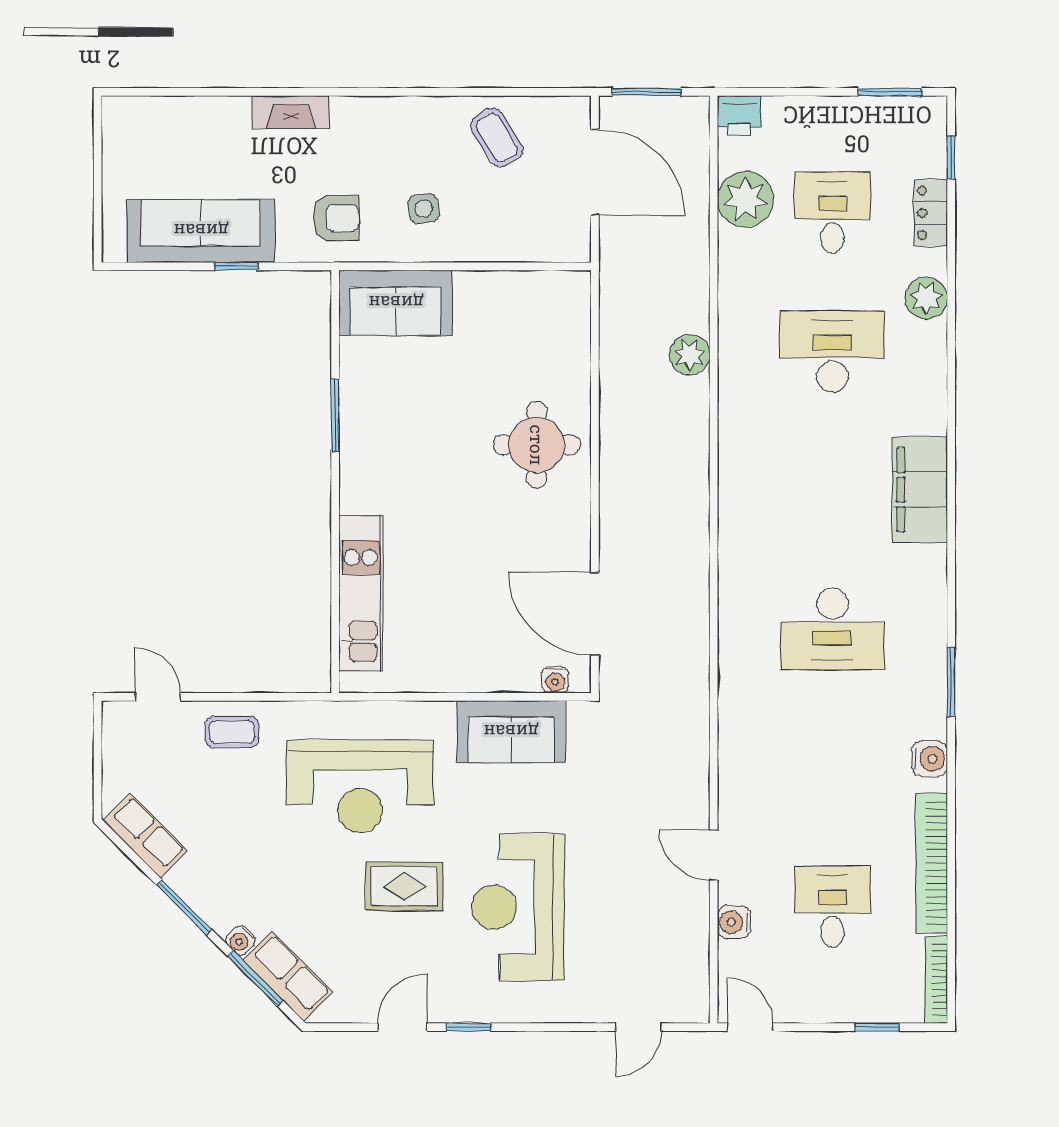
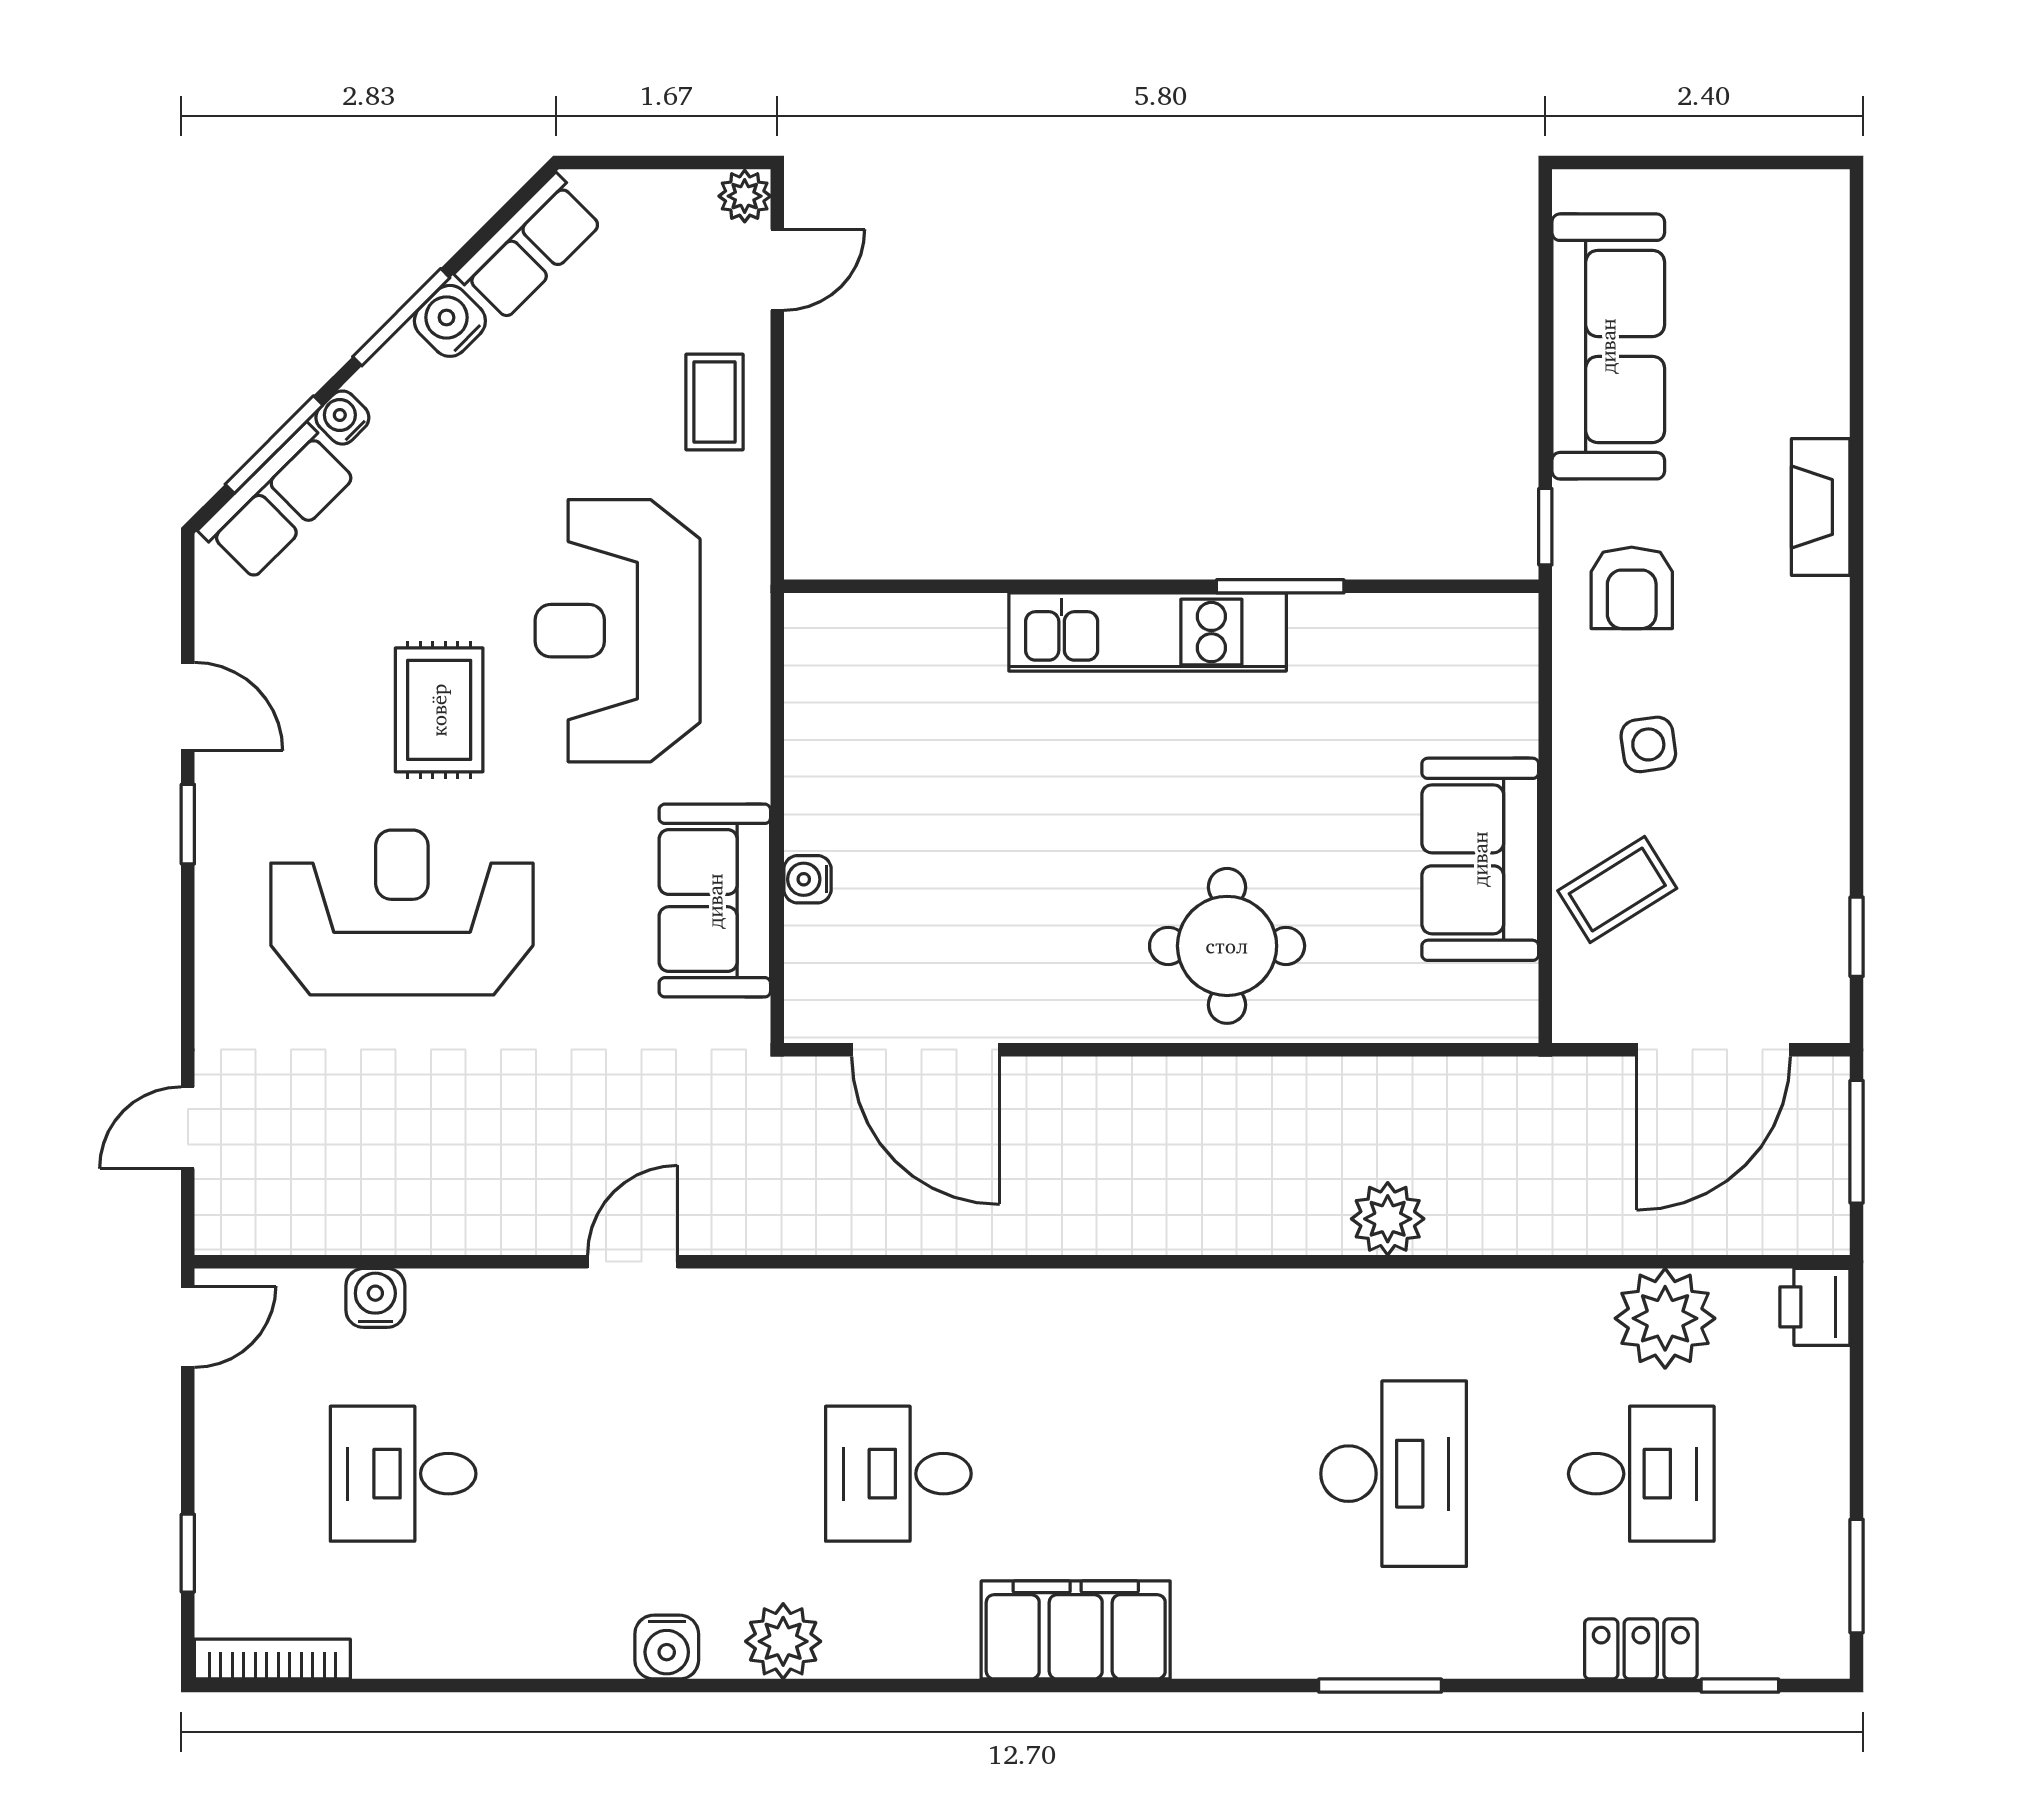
window: (532, 92) -> (1857, 937), added
coffee table: (497, 138) -> (1617, 890), moved
window: (236, 266) -> (1545, 527), moved
plant: (926, 298) -> (783, 1641), moved
sofa: (396, 303) -> (1480, 859), moved
filing cabinet: (920, 490) -> (1076, 1630), moved
kitchen unit: (361, 593) -> (1148, 632), moved
door: (595, 614) -> (926, 1050), swing flipped
desk: (832, 629) -> (898, 1474), width x0.73
water cooler: (555, 680) -> (808, 879), moved
window: (951, 682) -> (1380, 1686), moved
plant: (116, 715) -> (745, 196), added
door: (714, 855) -> (632, 1262), moved
bookcase: (932, 863) -> (480, 1651), removed
water cooler: (186, 880) -> (450, 321), added
desk: (832, 906) -> (403, 1474), turned 180
door: (639, 1027) -> (188, 1128), hinge flipped

